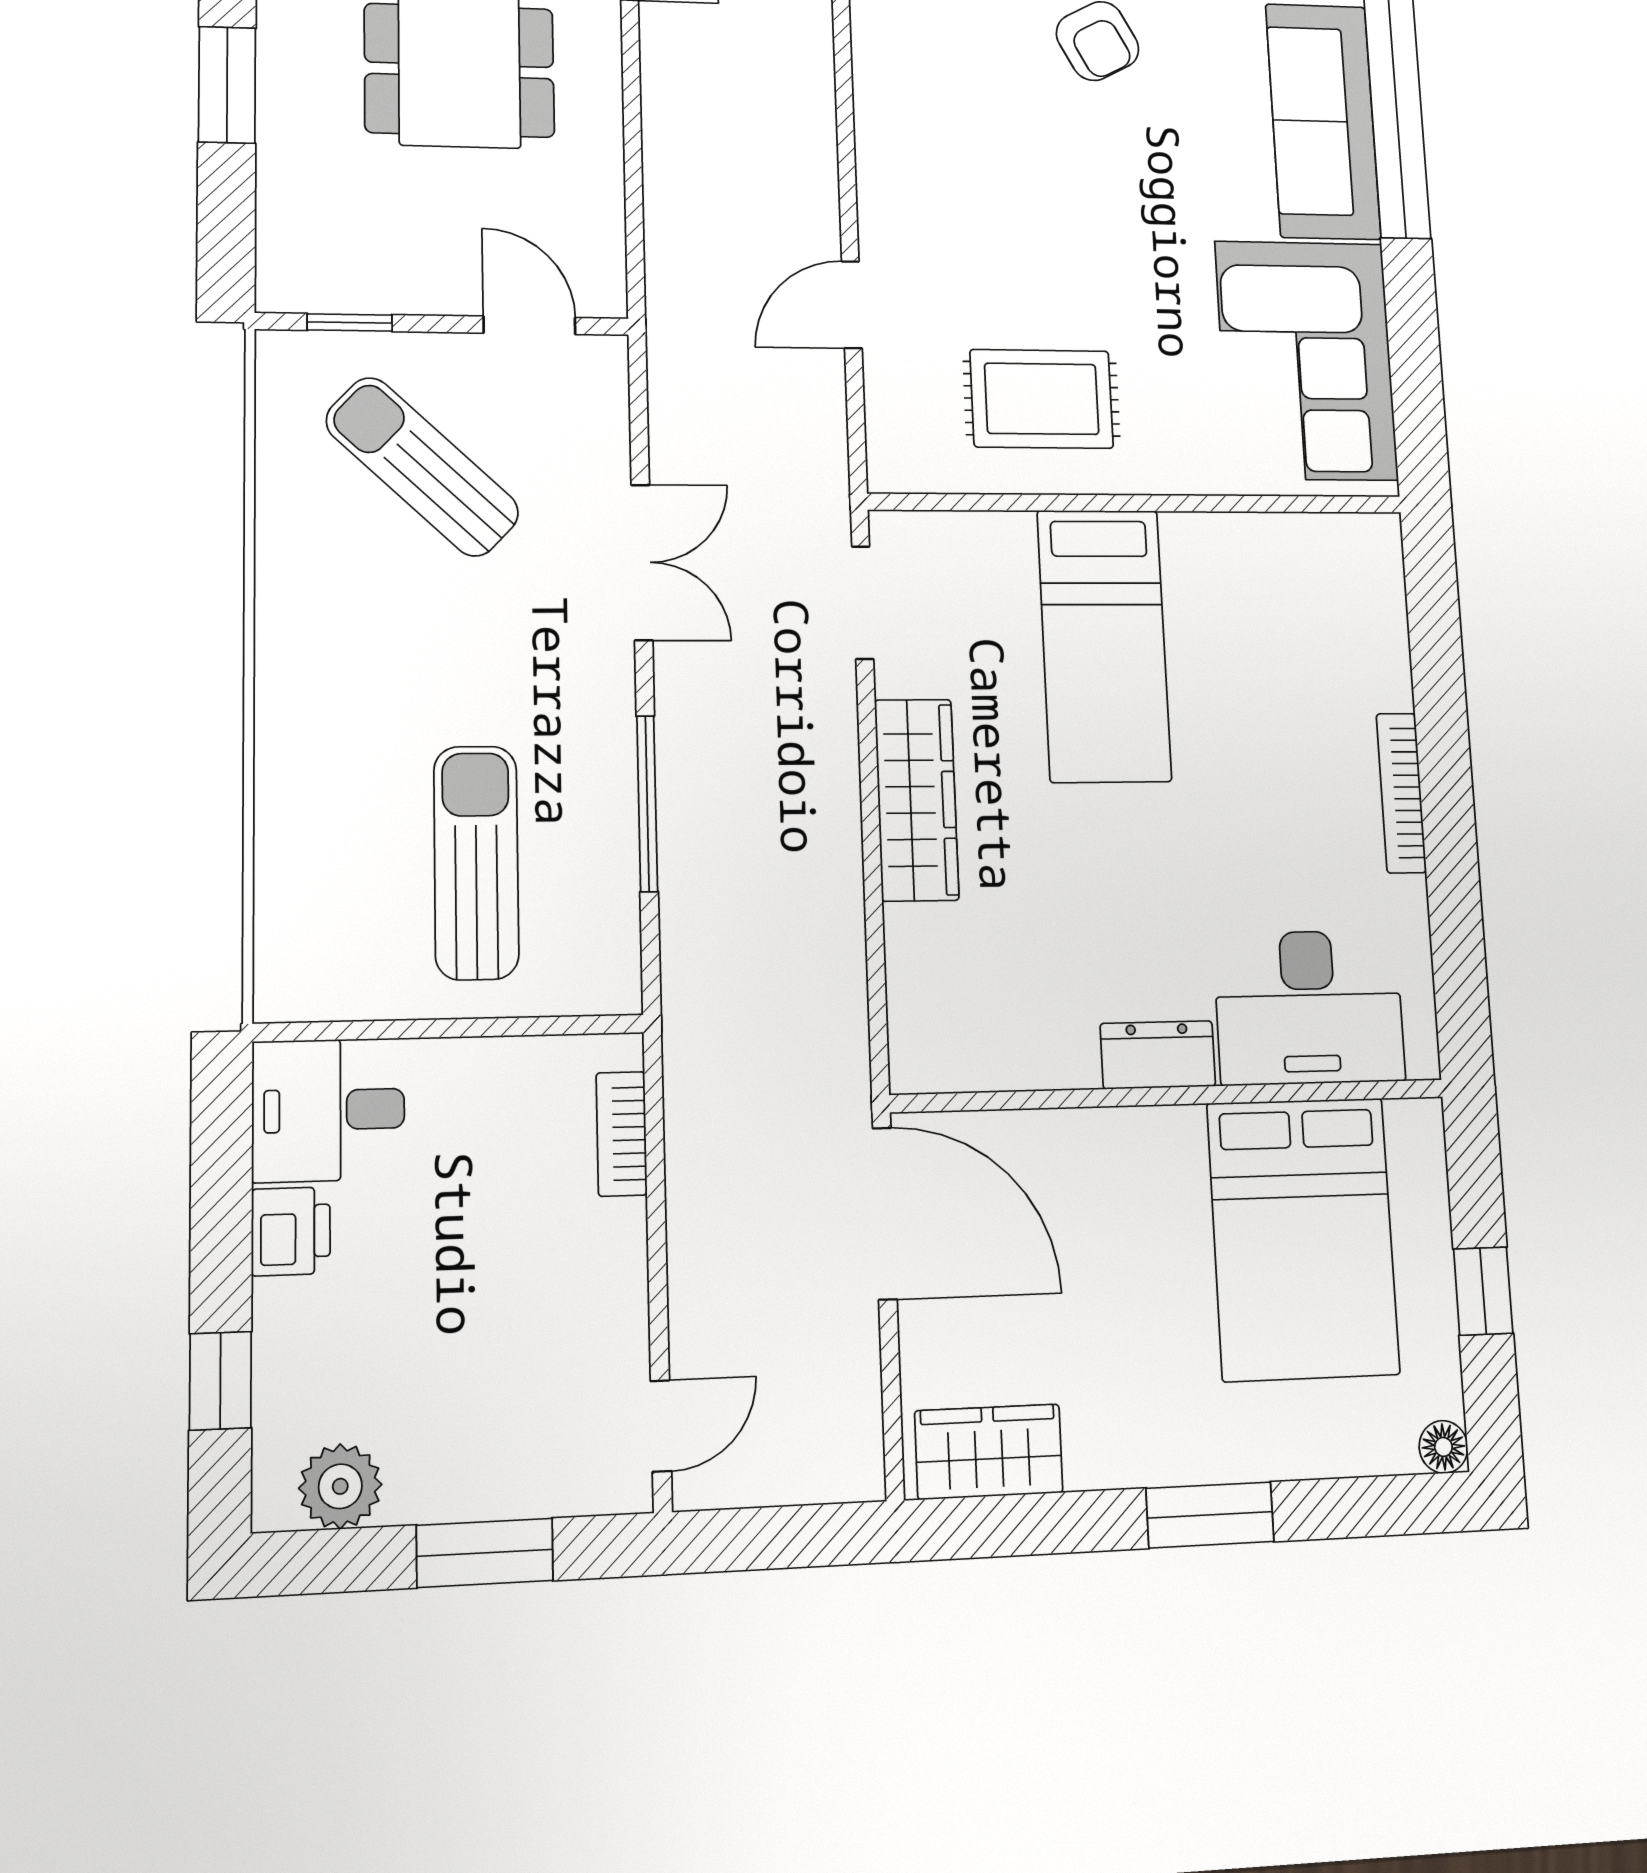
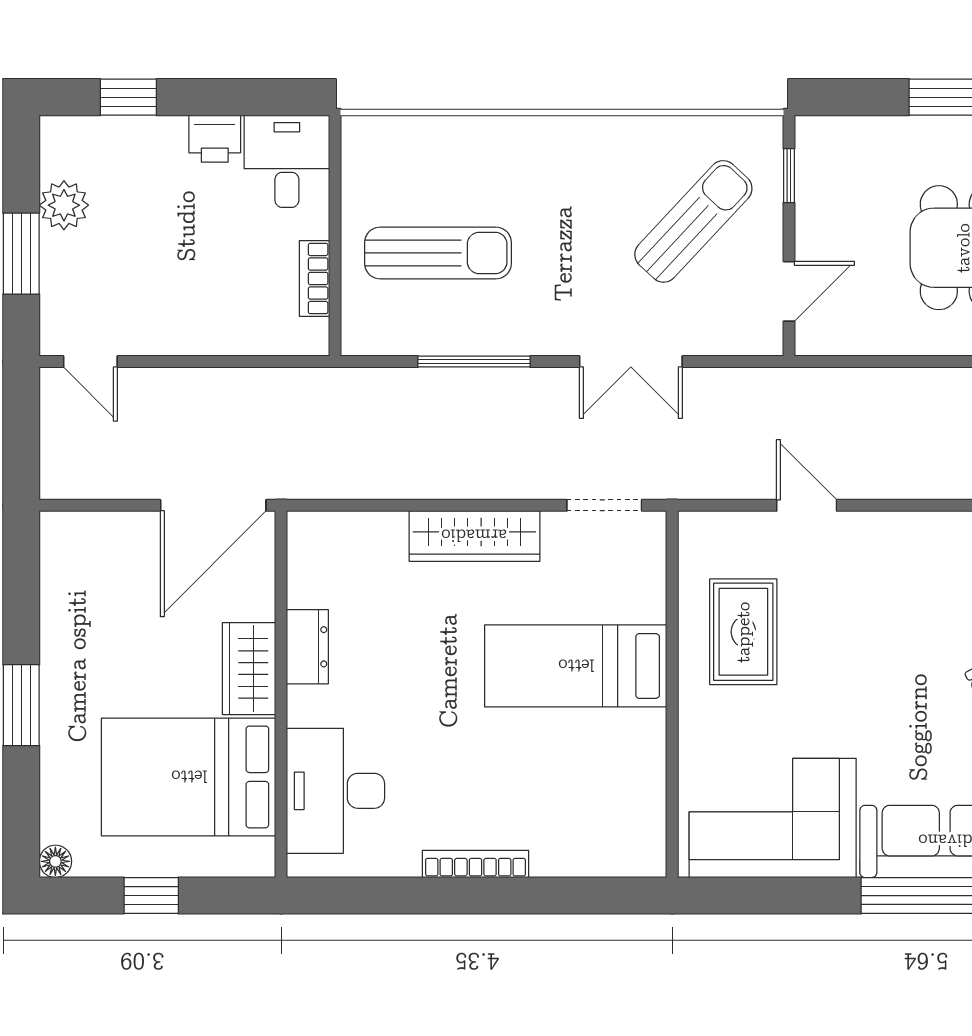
dresser: (1158, 1055) -> (307, 647), moved
bookcase: (622, 1134) -> (314, 278), moved, turned -90
wardrobe: (989, 1452) -> (249, 669), moved, turned 180
plant: (340, 1486) -> (64, 205), moved

